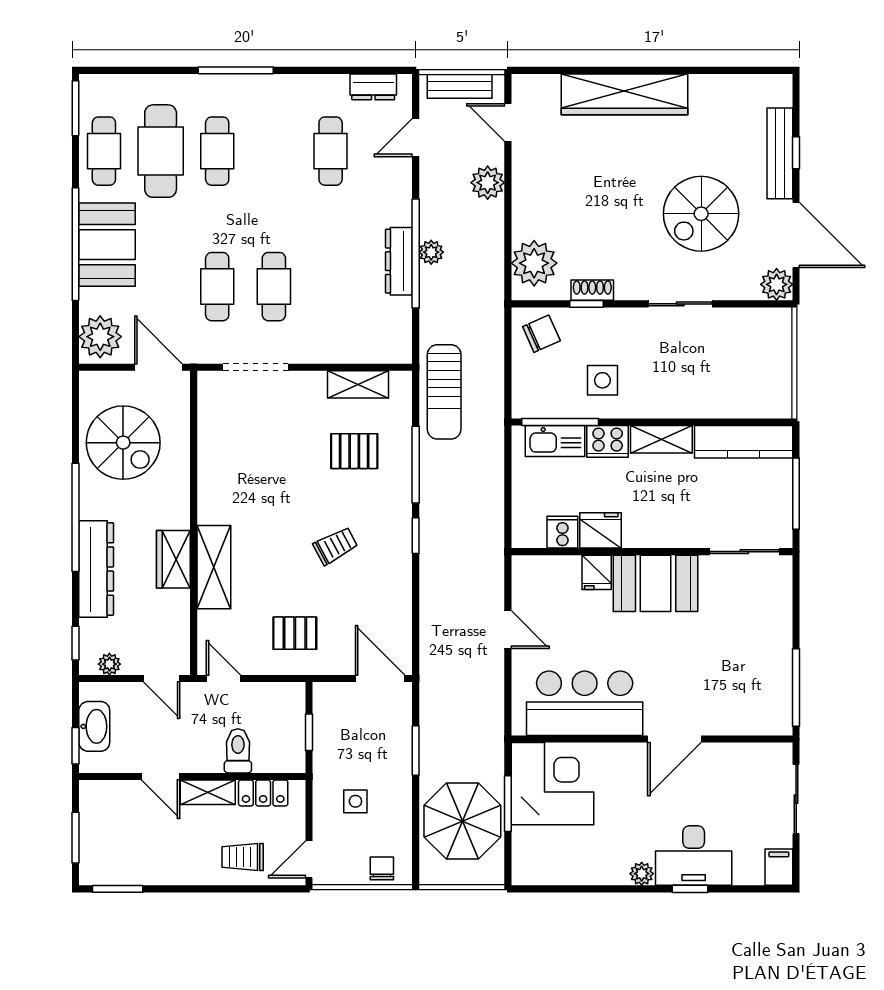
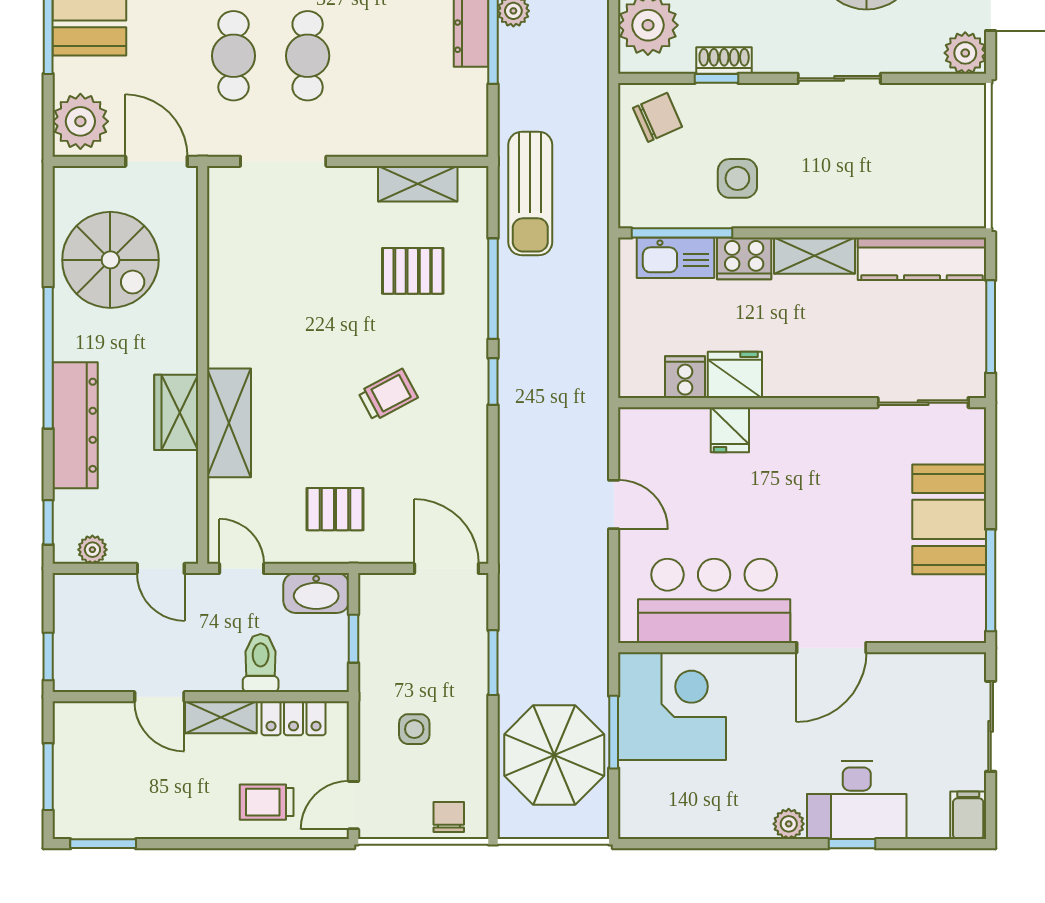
booth: (656, 583) -> (949, 519), moved, turned 90
washbasin: (94, 726) -> (316, 593), moved, turned 90

